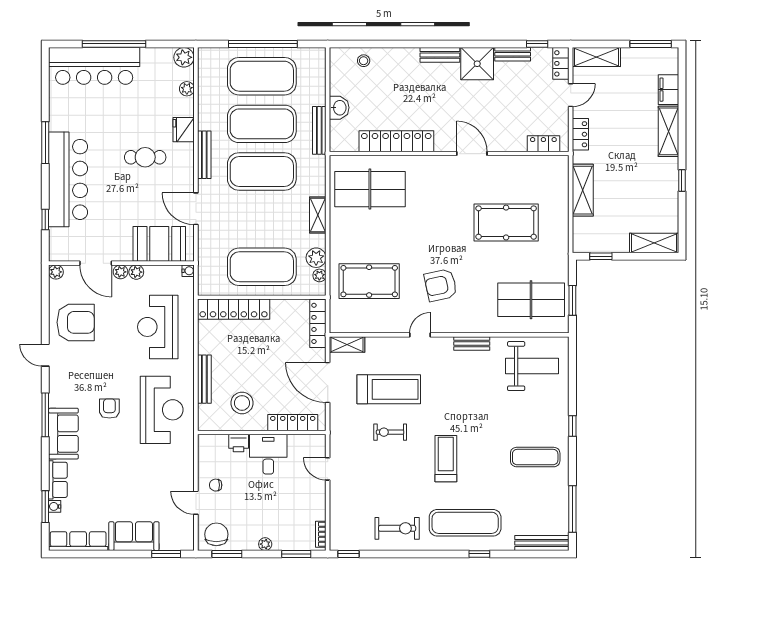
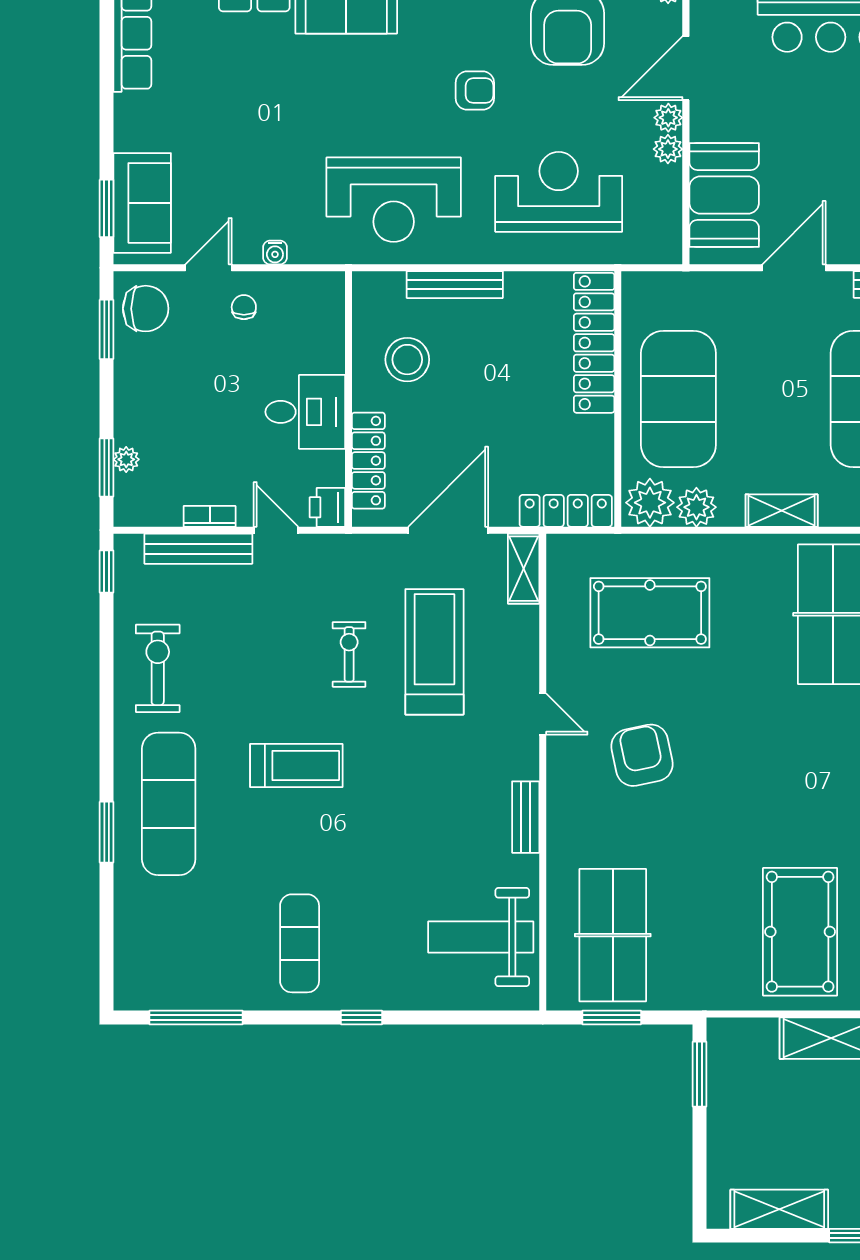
pool table: (506, 223) -> (800, 932), moved
shelving: (654, 243) -> (779, 1209), moved, turned 90
window: (601, 256) -> (699, 1074), width x1.50
water cooler: (188, 271) -> (275, 252), moved
plant: (319, 275) -> (650, 503), width x1.87, depth x1.87
pool table: (369, 281) -> (650, 613), turned 90
weight bench: (532, 366) -> (481, 937), turned 90
treadmill: (389, 389) -> (434, 652), turned 180
armchair: (109, 409) -> (475, 91), moved
printer: (239, 443) -> (327, 507), moved
door: (328, 469) -> (276, 530), hinge flipped
exercise bike: (397, 528) -> (158, 668), turned 180
bookcase: (321, 534) -> (210, 516), moved
sofa: (134, 536) -> (142, 203), moved
bench: (542, 543) -> (198, 549), moved, turned 90
plant: (265, 544) -> (126, 459), moved
window: (479, 554) -> (107, 832), width x1.50

